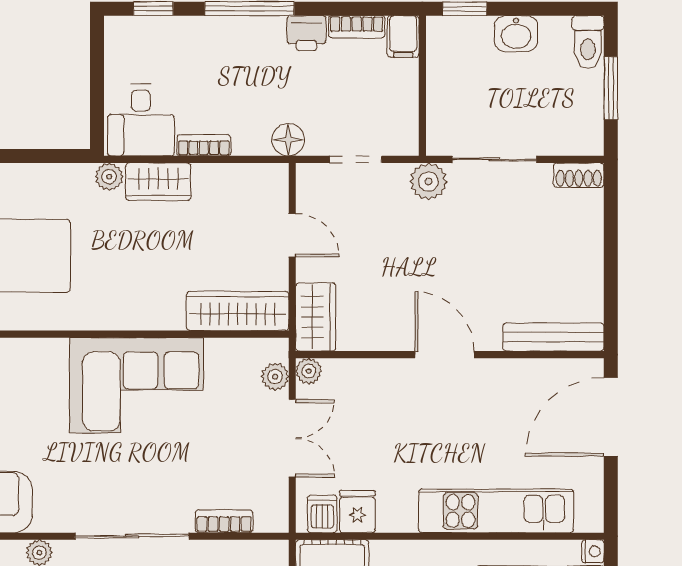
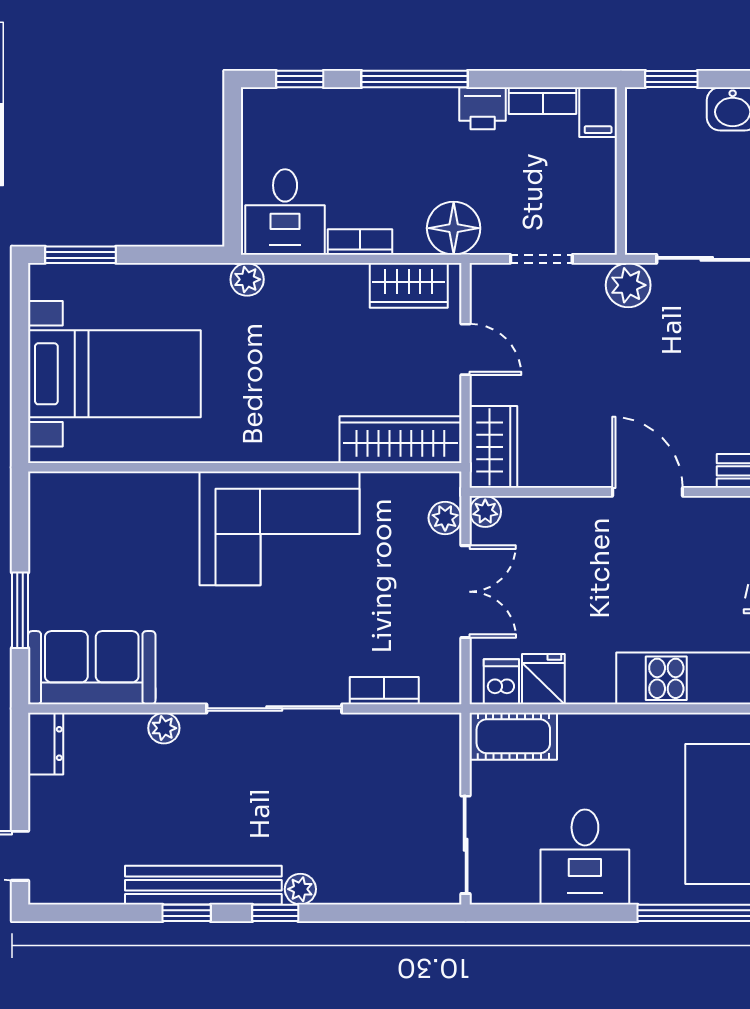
floor lamp: (288, 140) -> (454, 228), width x1.38, depth x1.38
wardrobe: (158, 182) -> (409, 285), moved

